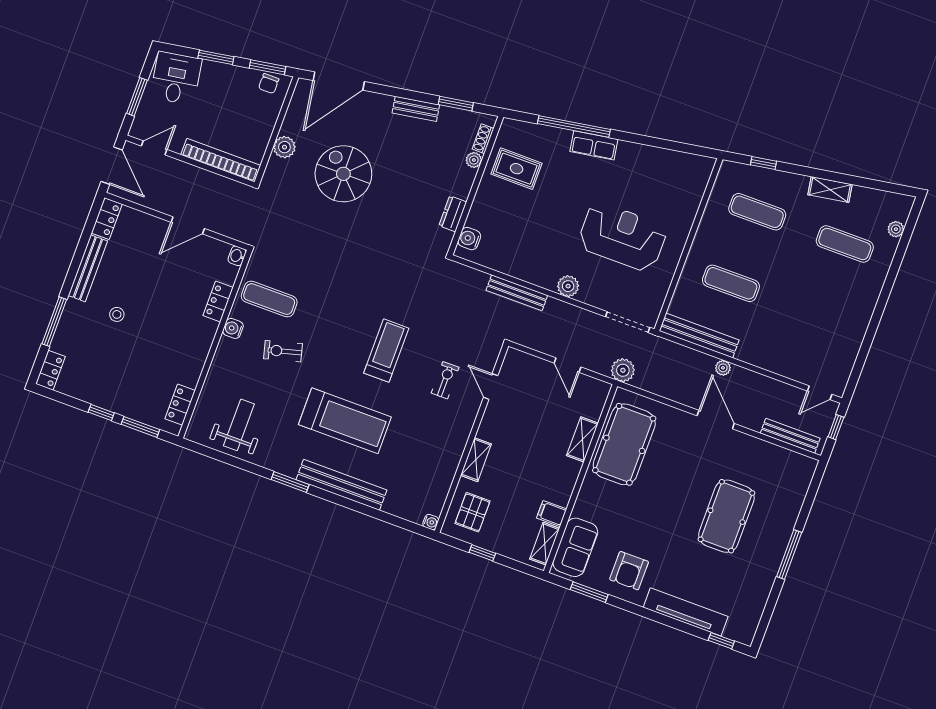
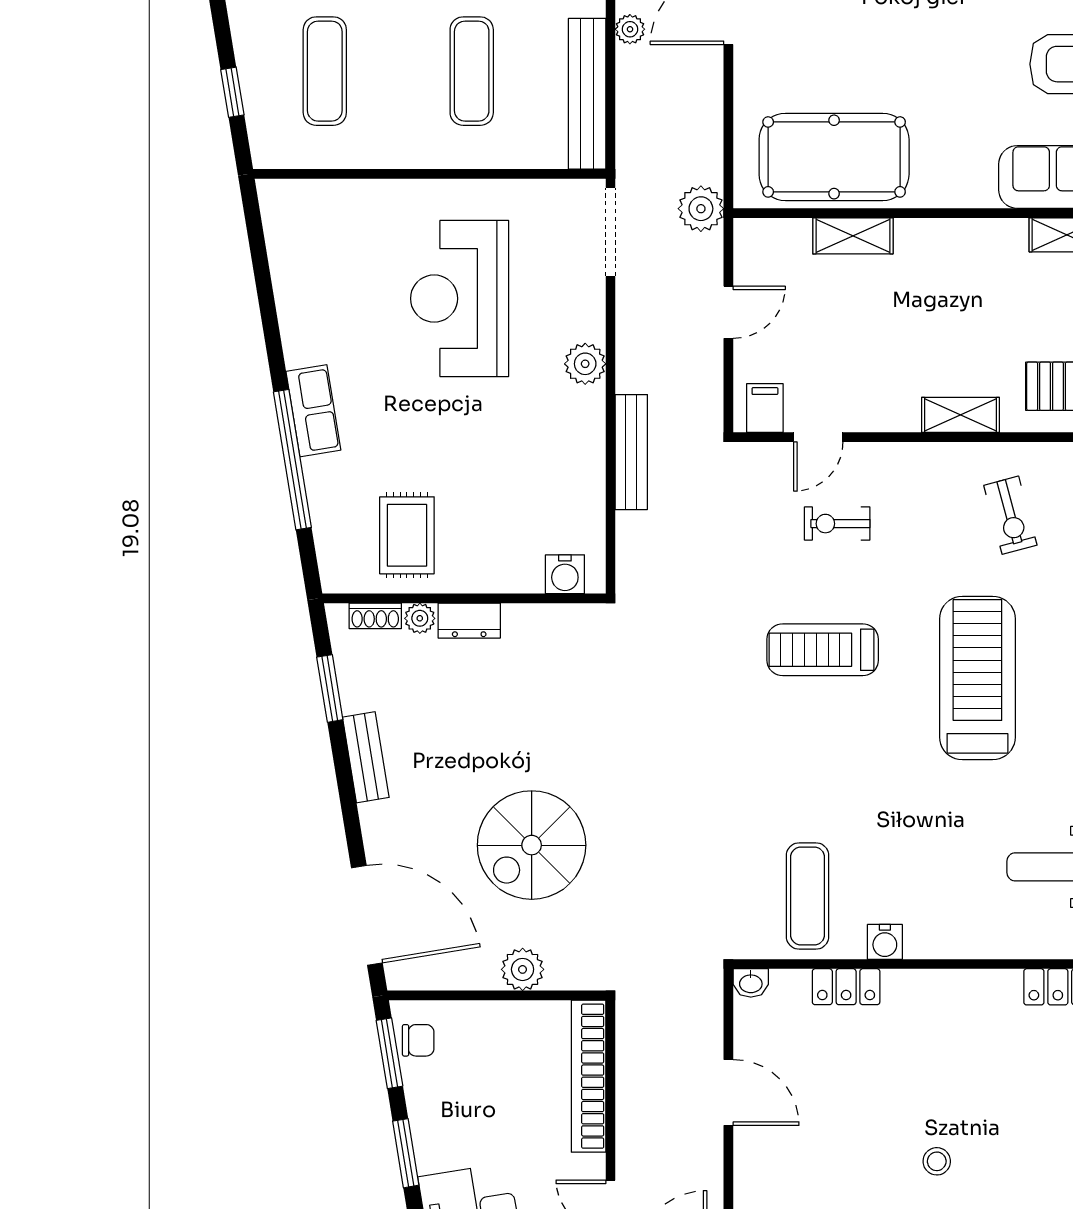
dresser: (453, 214) -> (469, 621), moved
exercise bike: (283, 351) -> (1010, 515), moved
filing cabinet: (552, 514) -> (765, 408), moved, turned 180

